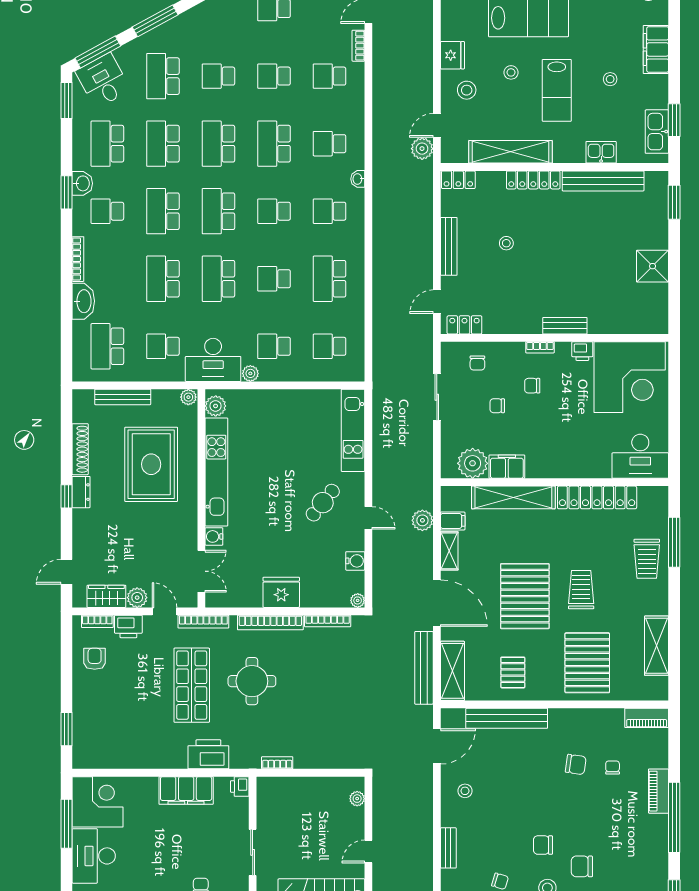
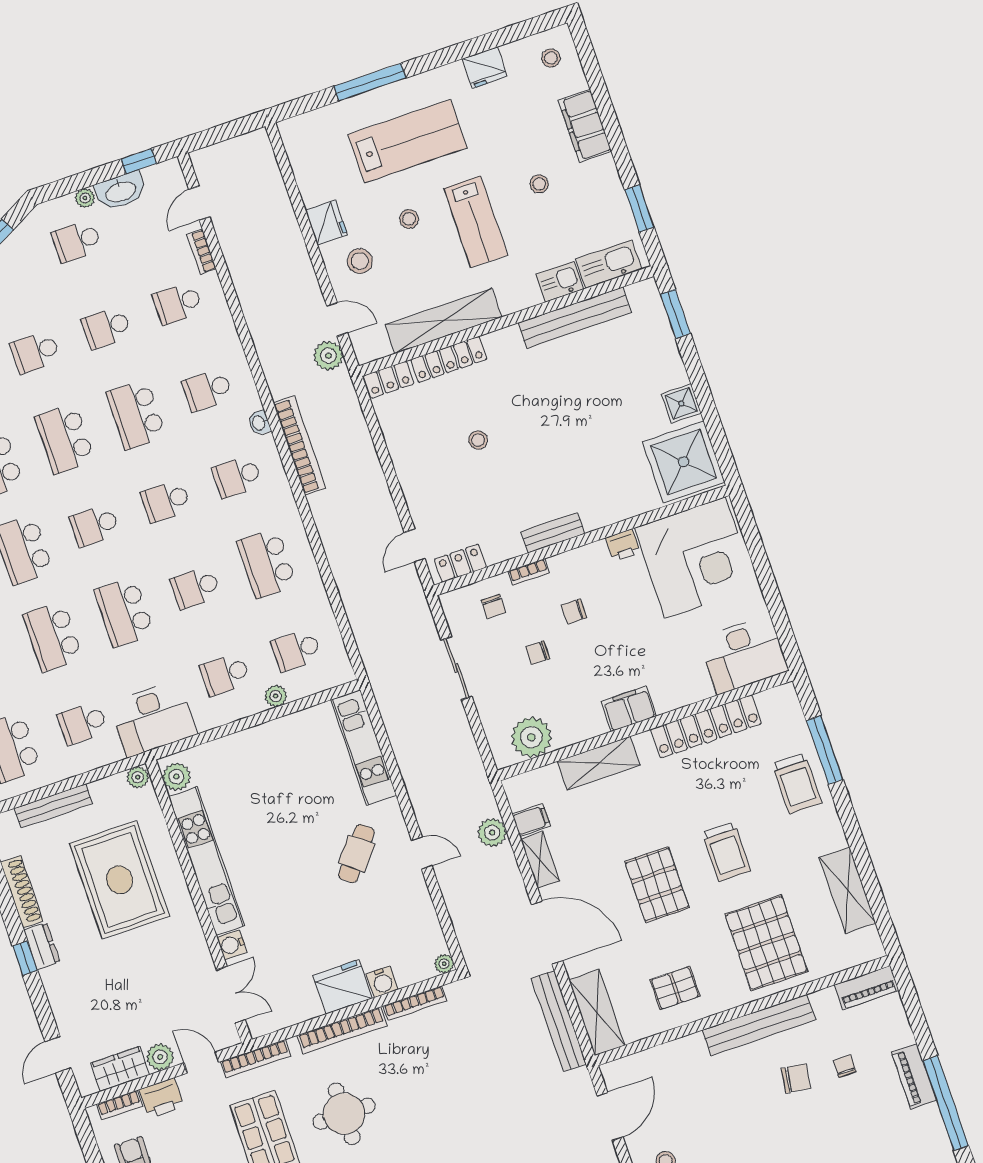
door: (437, 125) -> (337, 319), swing flipped
kitchen sink: (657, 132) -> (609, 264), moved, turned 90
locker: (533, 180) -> (449, 359), moved
bookcase: (380, 204) -> (300, 446), added
school desk: (218, 211) -> (95, 525), width x0.54
bench: (449, 246) -> (406, 469), removed
shower: (653, 266) -> (681, 403), width x0.73, depth x0.73
shower: (645, 307) -> (684, 462), added
bench: (565, 326) -> (553, 533), moved
bookcase: (540, 347) -> (529, 572), moved
plant: (250, 373) -> (276, 696), moved
filing cabinet: (507, 467) -> (629, 709), moved
shelving: (513, 497) -> (599, 763), width x0.68
water cooler: (355, 561) -> (382, 982), moved, turned 90
trolley: (581, 590) -> (726, 852), turned 180
pallet: (525, 596) -> (657, 885), width x0.73, depth x0.71
pallet: (513, 672) -> (675, 988), turned 90
bench: (507, 718) -> (759, 1025), moved

